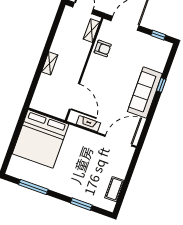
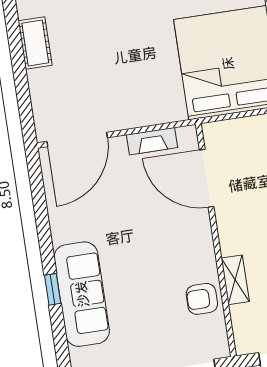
shelving: (92, 31) -> (235, 280), moved
sofa: (145, 93) -> (82, 294), moved

